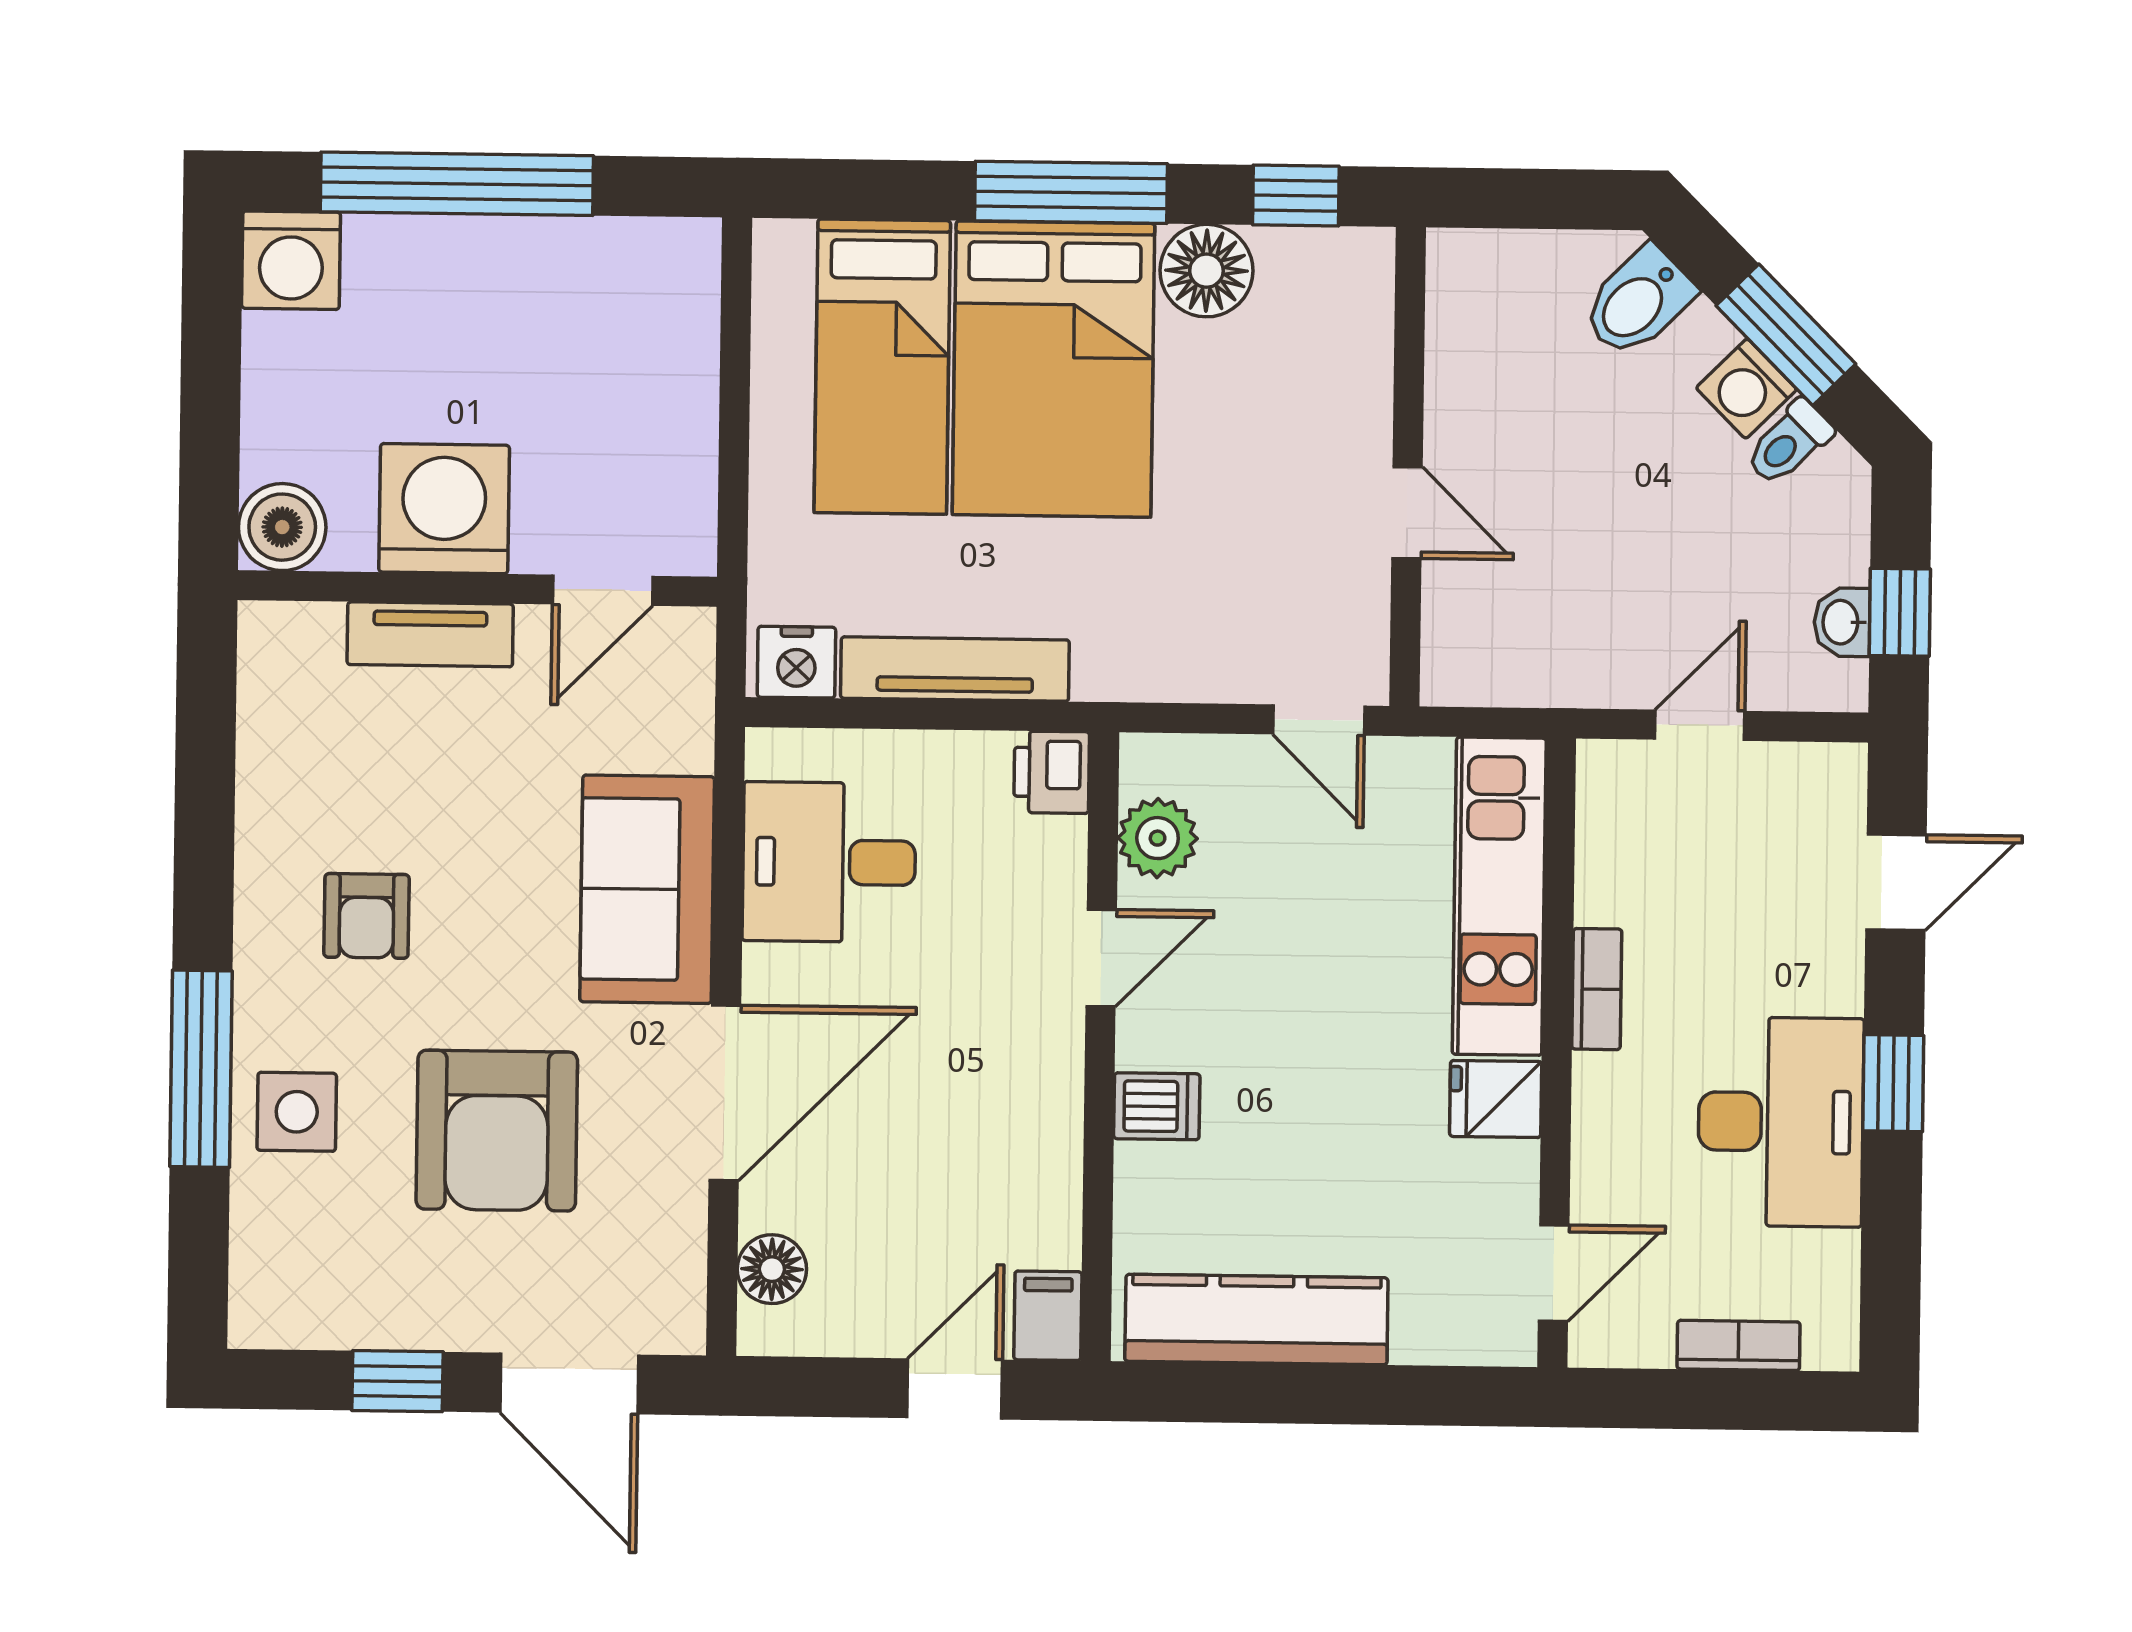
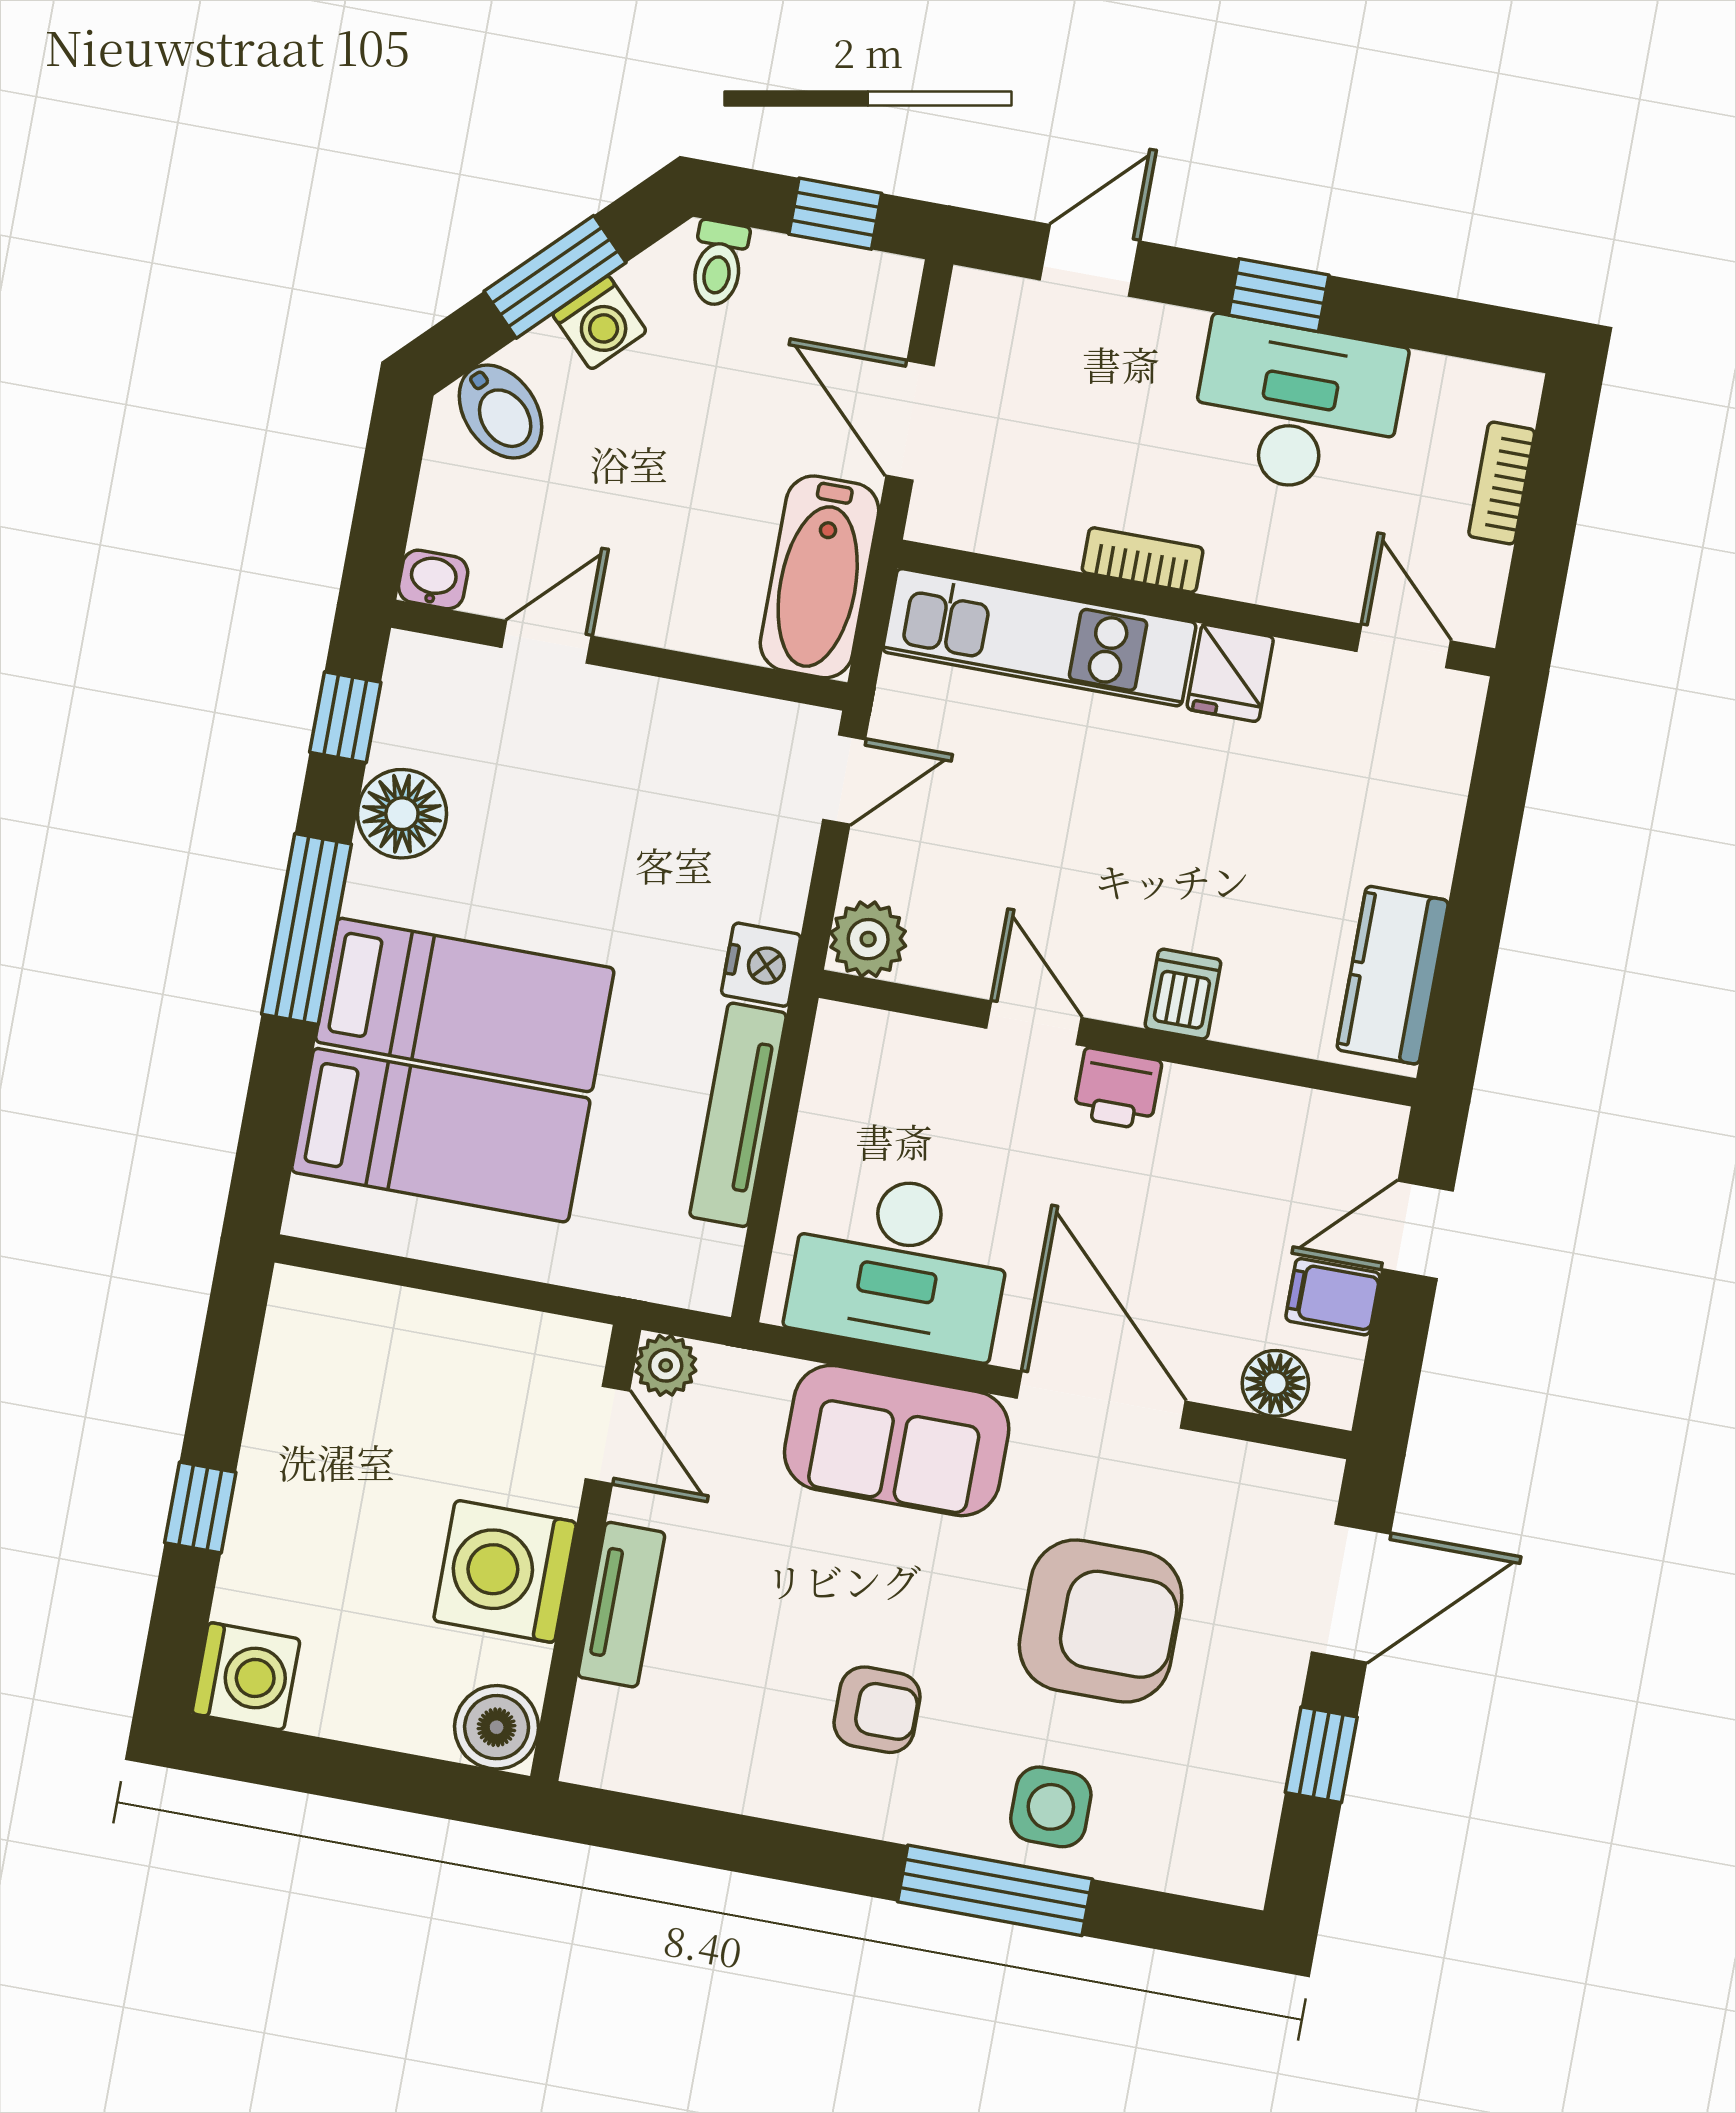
window: (457, 184) -> (200, 1508), width x0.32
bed: (1053, 369) -> (465, 1005), width x0.67
toilet: (1789, 443) -> (719, 263), moved, turned 45
door: (1407, 513) -> (547, 642), moved
washbasin: (1842, 622) -> (433, 579), moved, turned 180
plant: (684, 638) -> (666, 1365), added
bathtub: (1523, 659) -> (819, 577), added
nightstand: (796, 662) -> (761, 965), moved
door: (1700, 725) -> (910, 421), width x1.38
printer: (1052, 772) -> (1117, 1089), moved
plant: (1158, 838) -> (868, 939), moved
desk: (829, 862) -> (900, 1264), width x1.37
door: (1896, 882) -> (1090, 260), hinge flipped
filing cabinet: (1048, 1316) -> (1333, 1297), moved
kitchen counter: (1256, 1320) -> (1393, 975), width x0.67
door: (955, 1389) -> (1418, 1230), hinge flipped

